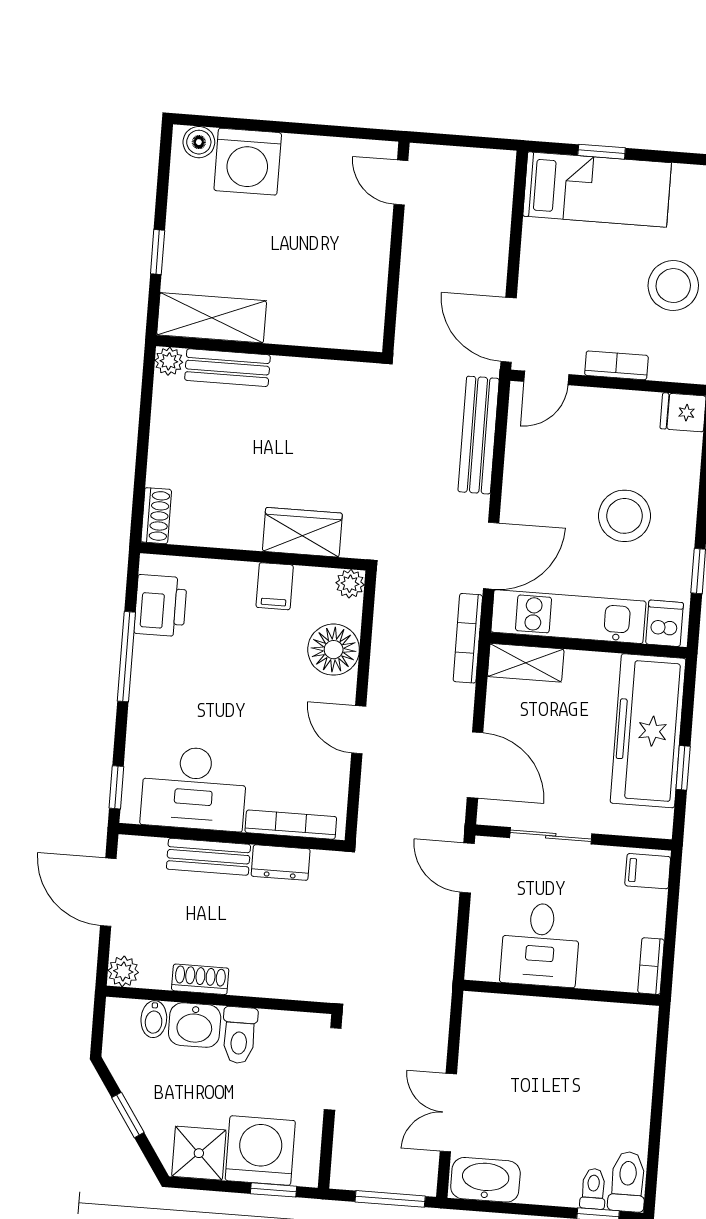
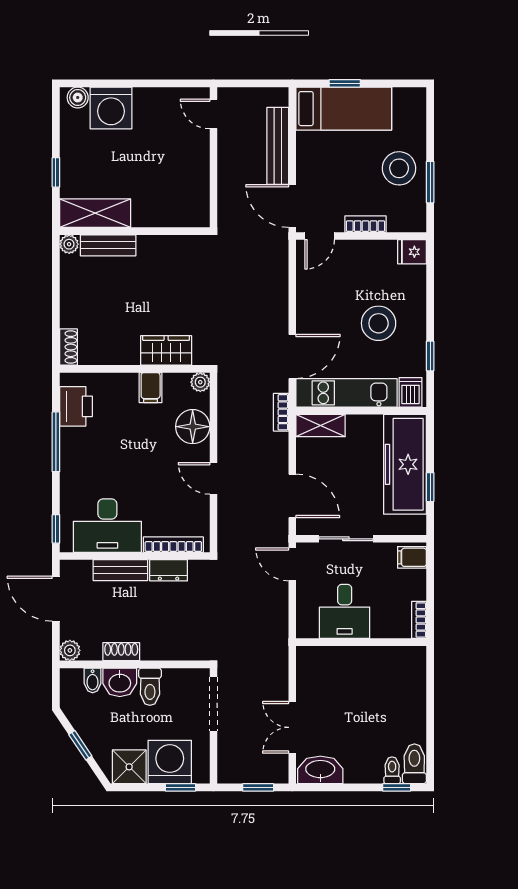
bench: (479, 435) -> (278, 146), moved
bookcase: (468, 638) -> (281, 412), width x0.64
window: (390, 1199) -> (258, 787), width x0.67

